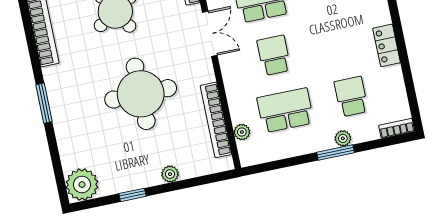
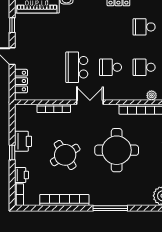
window: (44, 103) -> (110, 208), width x1.44
school desk: (285, 110) -> (144, 67), width x0.54

